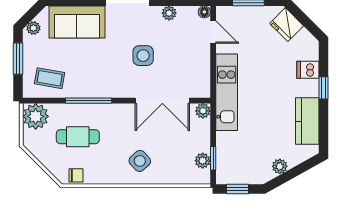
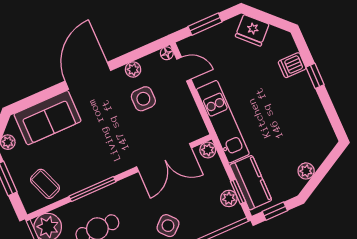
side table: (143, 56) -> (143, 99), moved
coffee table: (50, 78) -> (45, 184), turned 59
kitchen counter: (307, 121) -> (251, 183), moved, turned 180

